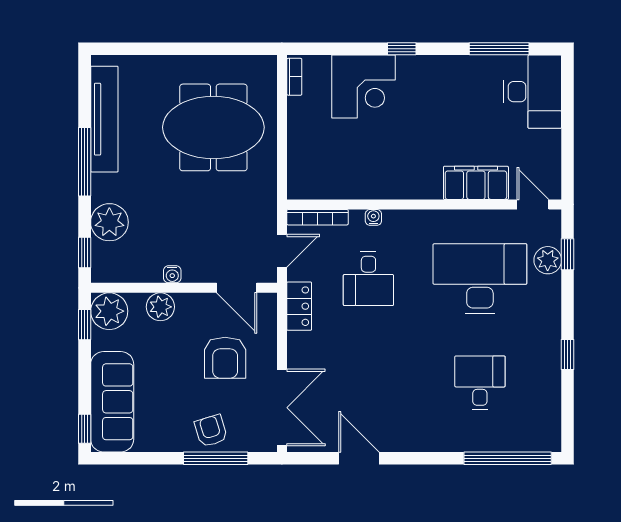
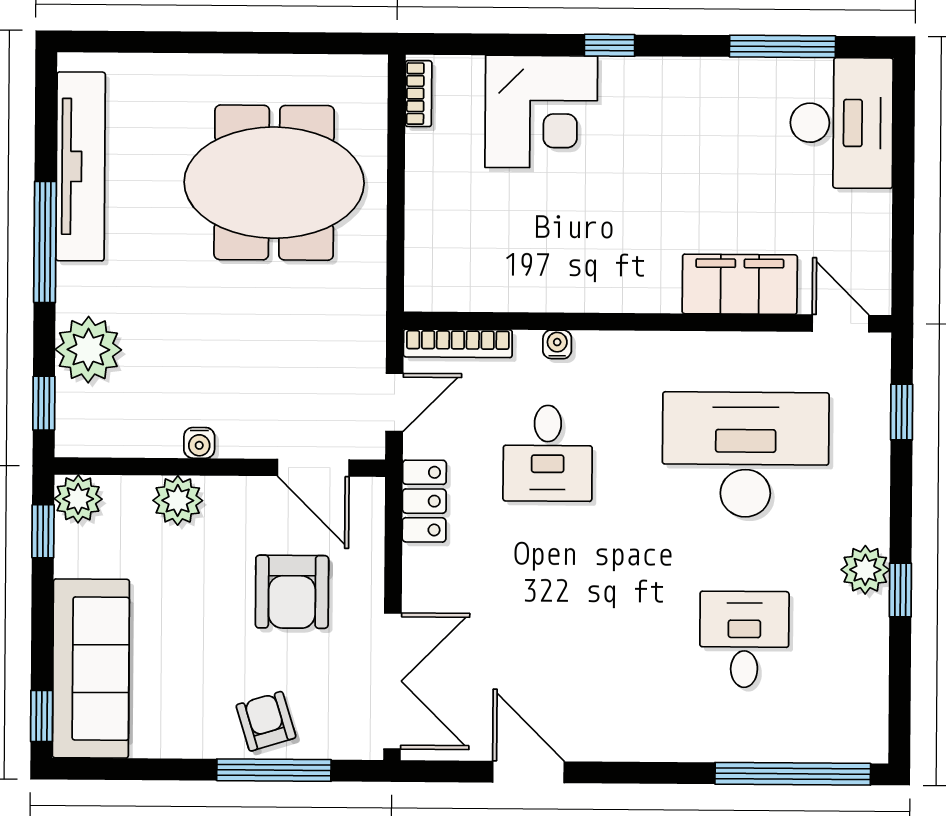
plant: (548, 260) -> (865, 570), moved
plant: (109, 311) -> (78, 499), width x0.73, depth x0.73

